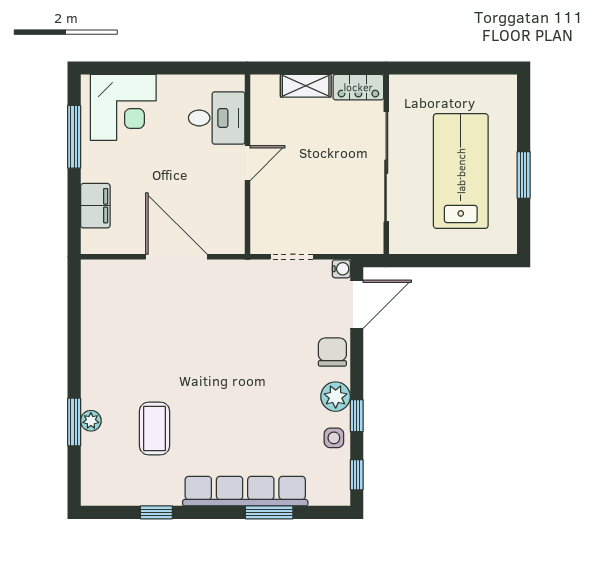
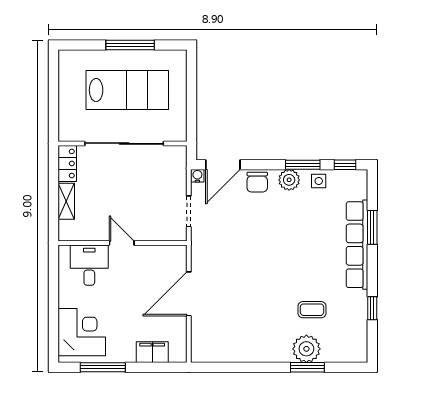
lab bench: (461, 171) -> (127, 90), turned 180
window: (524, 175) -> (130, 45), width x1.44
door: (357, 304) -> (223, 165), swing flipped
chair: (332, 352) -> (257, 182), turned -90
window: (357, 416) -> (303, 165), width x1.50
plant: (91, 421) -> (306, 349), width x1.87, depth x1.87
coffee table: (154, 429) -> (312, 310), width x0.73, depth x0.77

